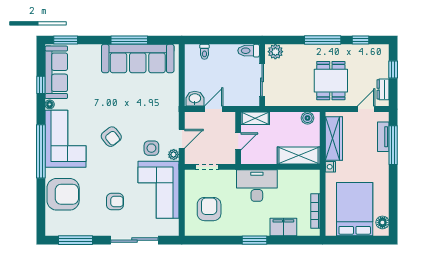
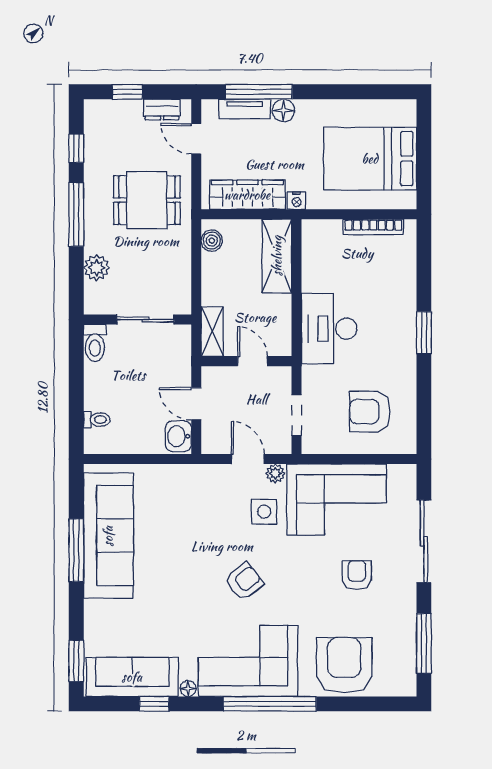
plant: (275, 52) -> (97, 268), moved
floor lamp: (382, 222) -> (283, 110), moved
filing cabinet: (283, 227) -> (401, 283), removed

